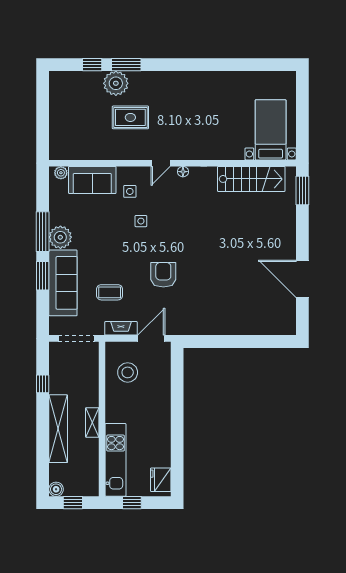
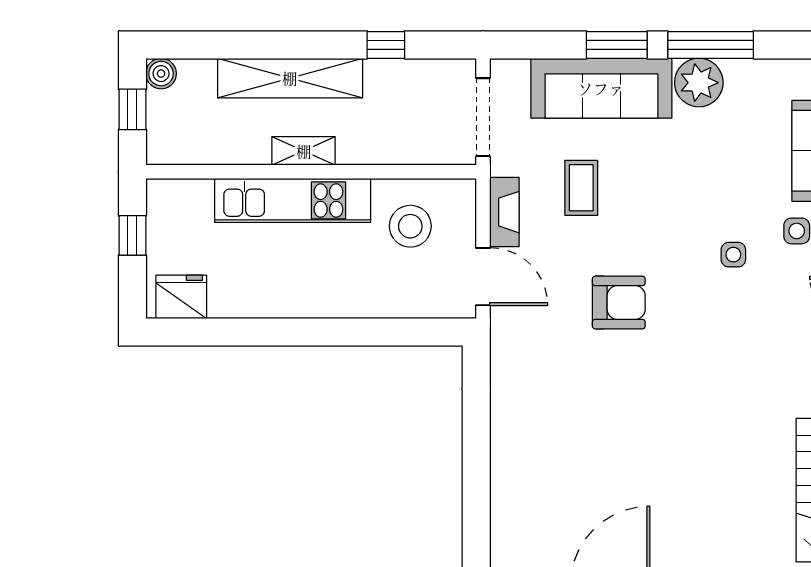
kitchen unit: (116, 460) -> (293, 200), moved

